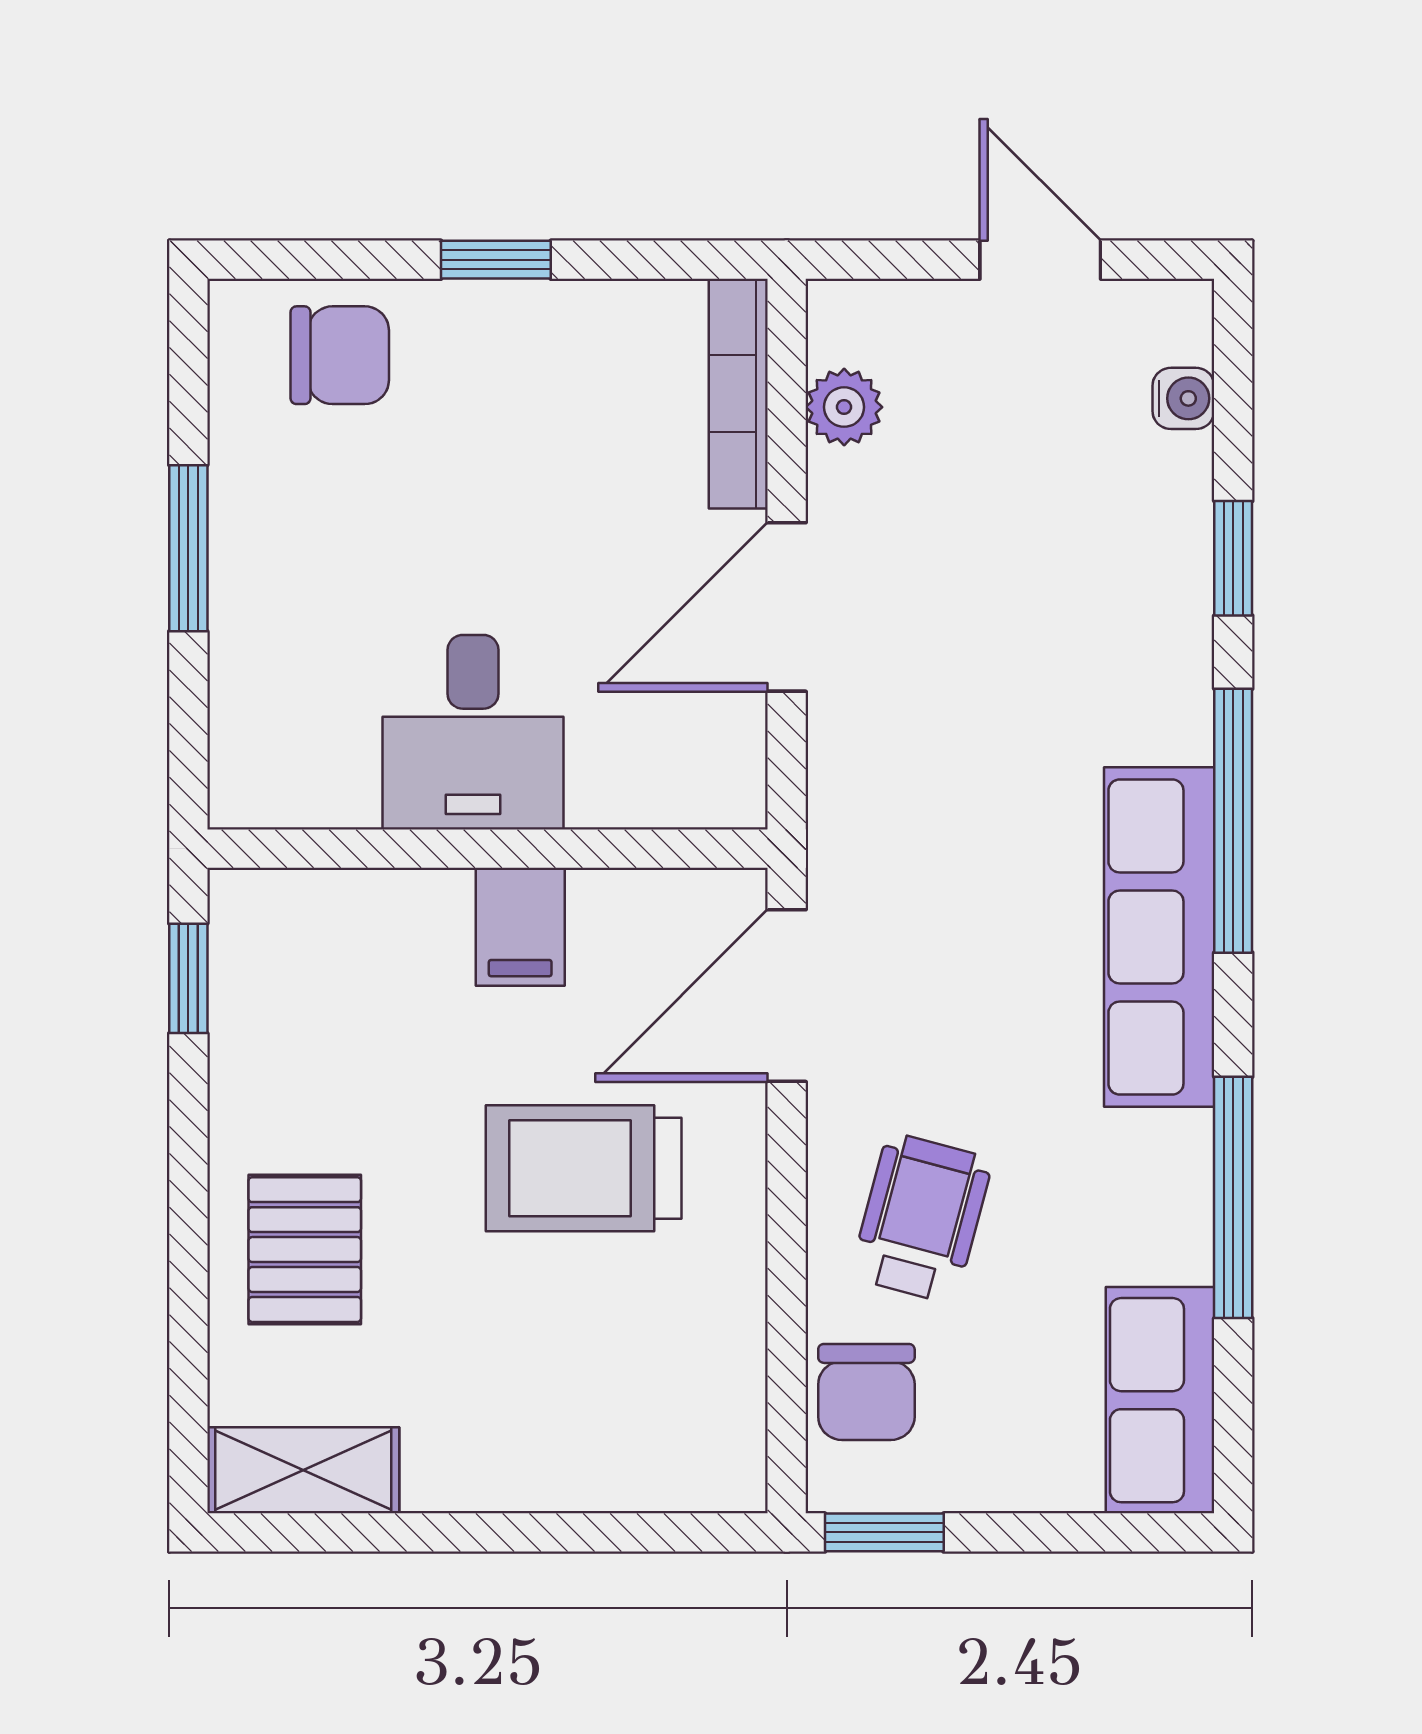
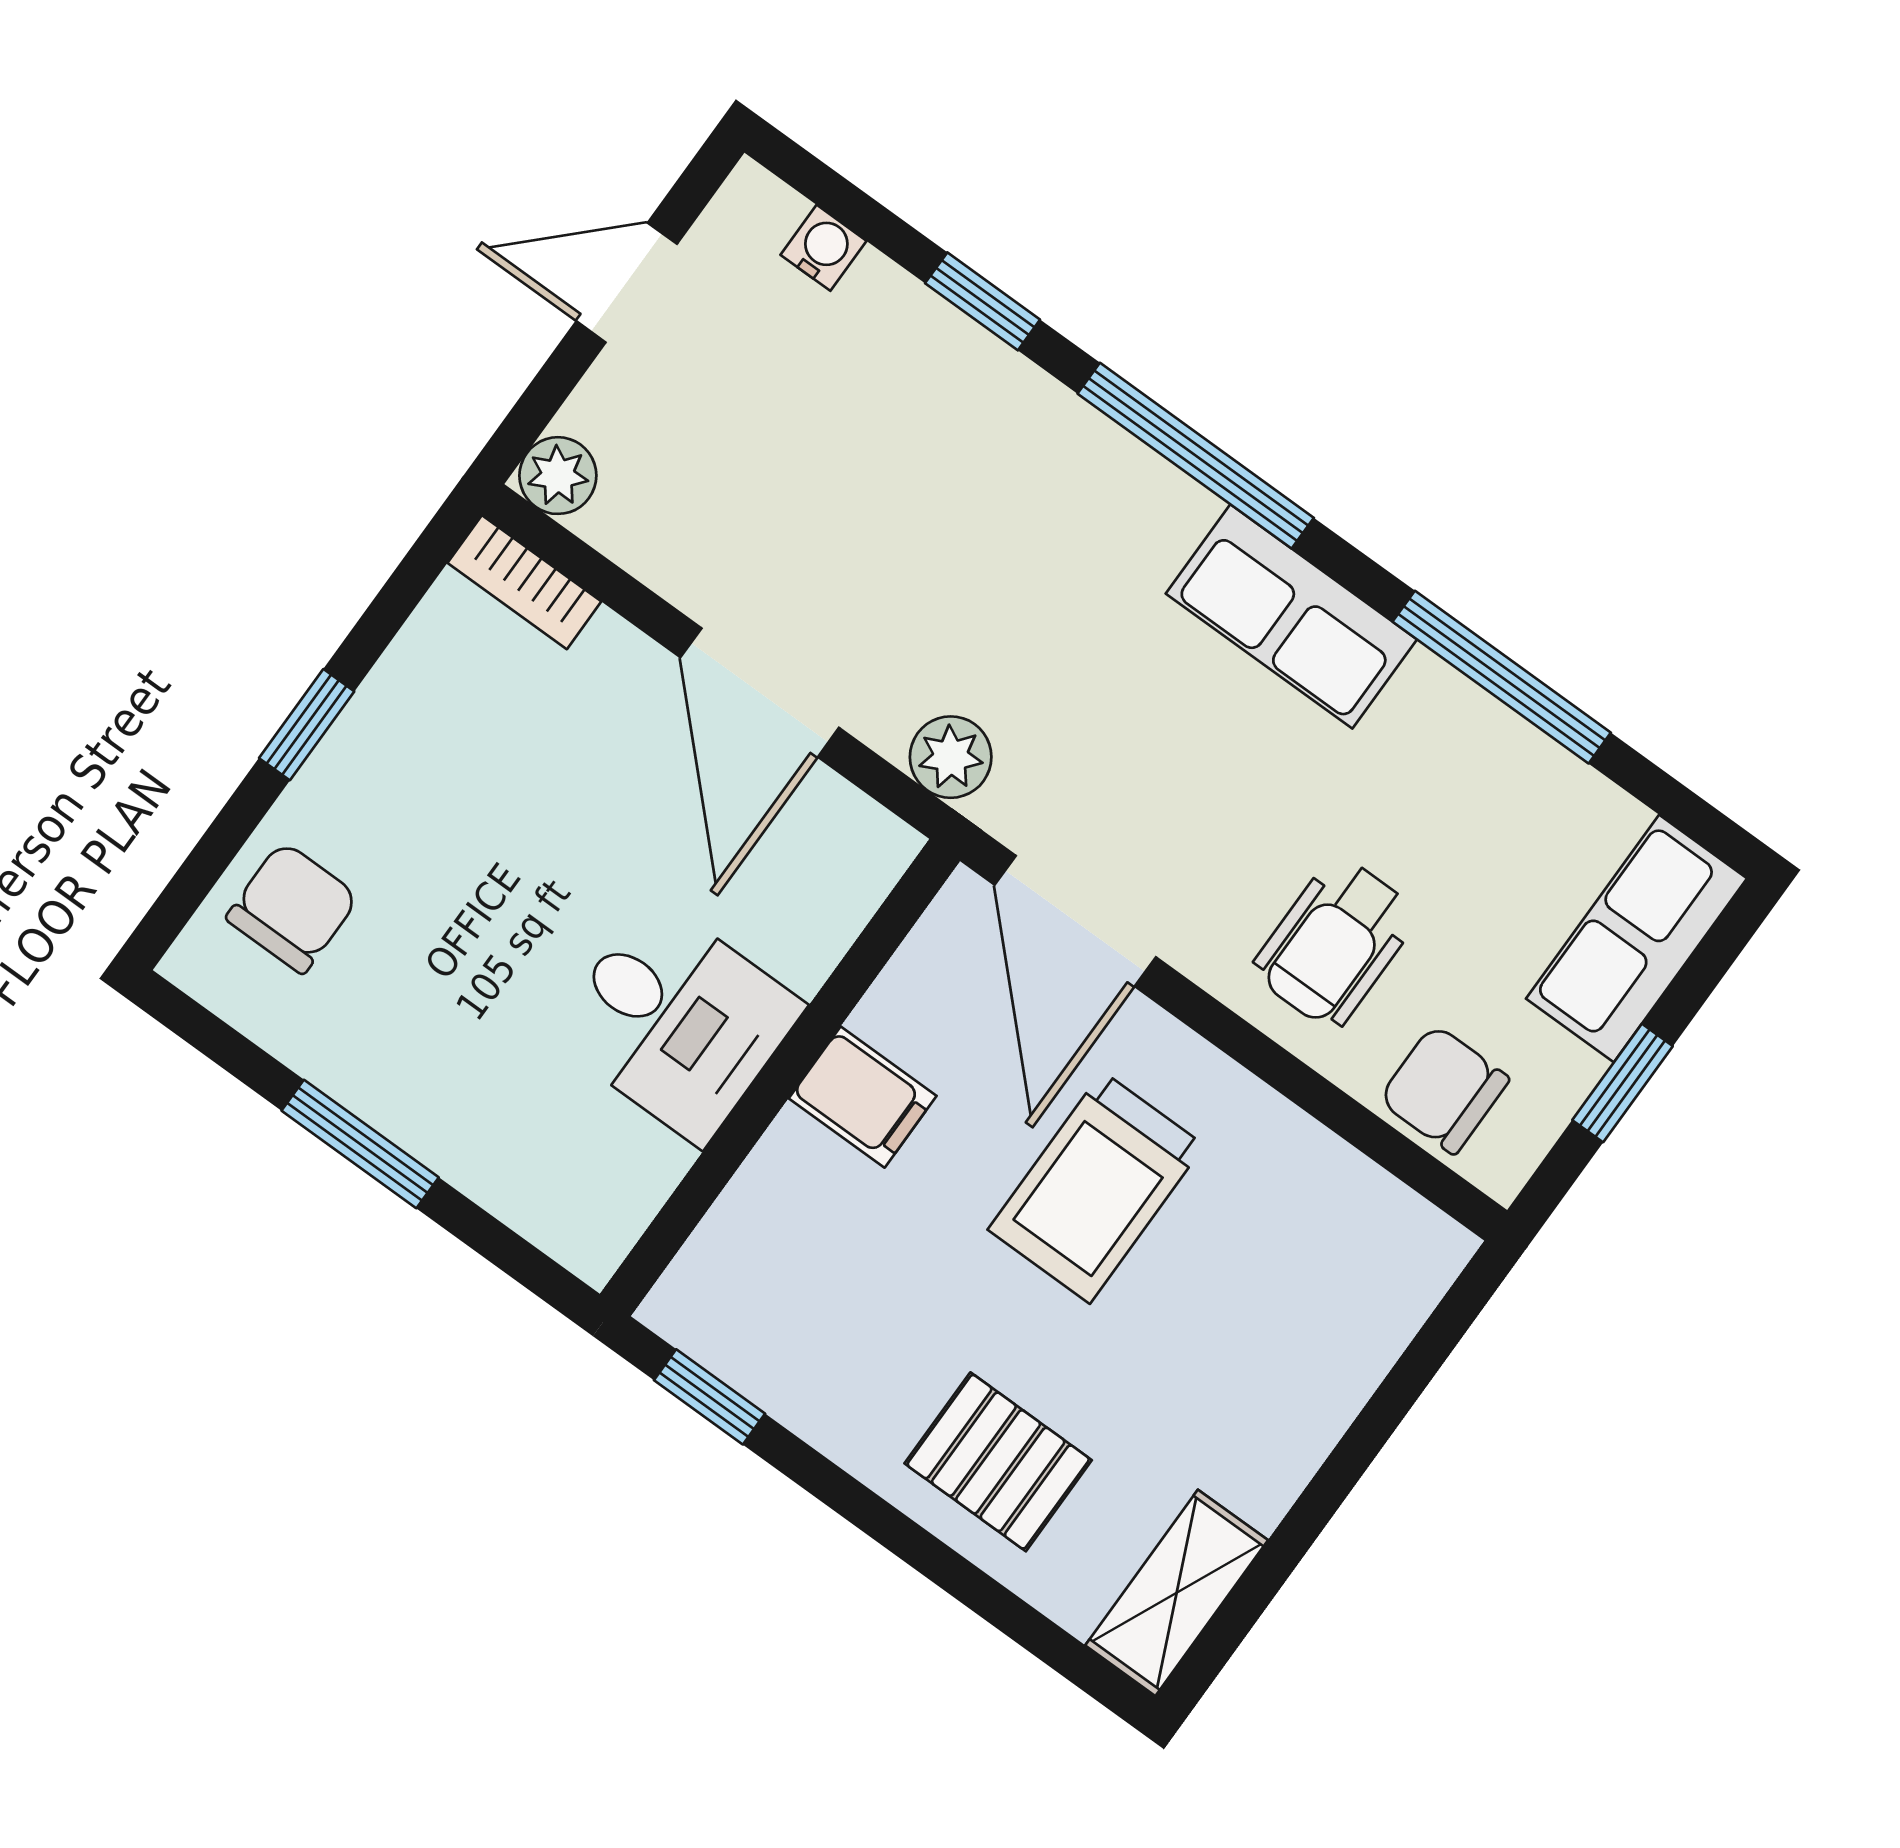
bookcase: (738, 394) -> (524, 582), width x0.64
plant: (844, 407) -> (558, 476), moved
plant: (846, 799) -> (951, 757), added
row of seats: (1159, 937) -> (1291, 616), width x0.68
wheelchair: (921, 1218) -> (1335, 943), turned -105
chair: (866, 1392) -> (1444, 1089), turned 180
row of seats: (1160, 1400) -> (1636, 939), moved, turned 90
window: (884, 1532) -> (1622, 1083), moved

